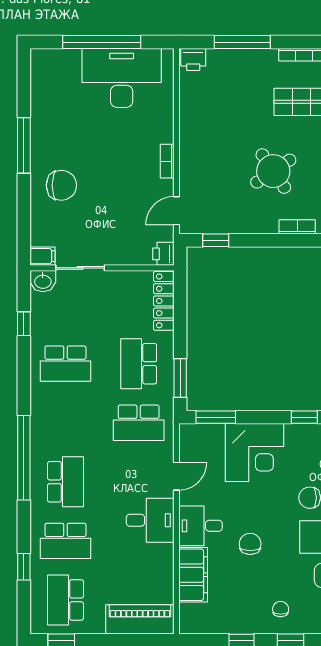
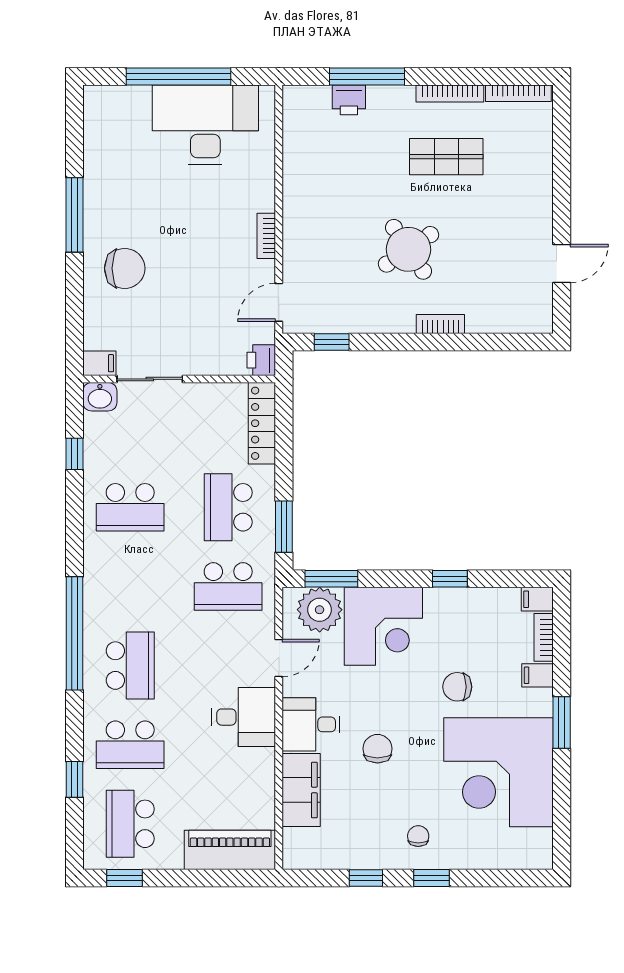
printer: (193, 59) -> (349, 100), moved
plant: (207, 440) -> (320, 610), added

